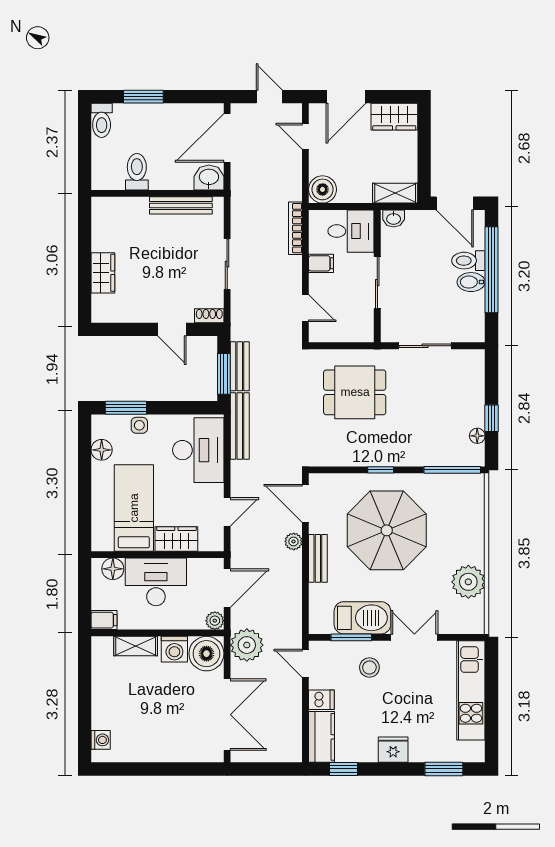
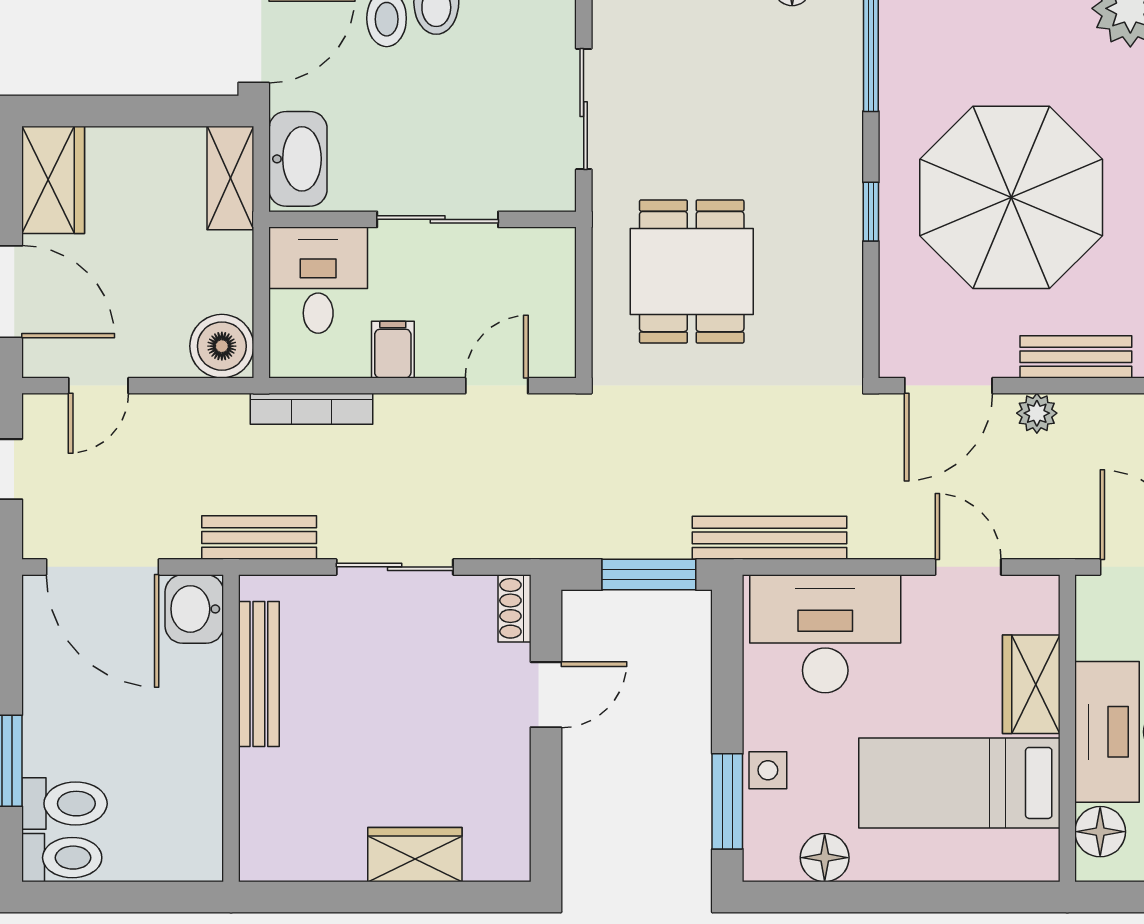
toilet: (137, 172) -> (65, 804), moved, turned 180
washbasin: (394, 218) -> (298, 159), width x1.91, depth x1.45
bench: (240, 366) -> (259, 538), moved

